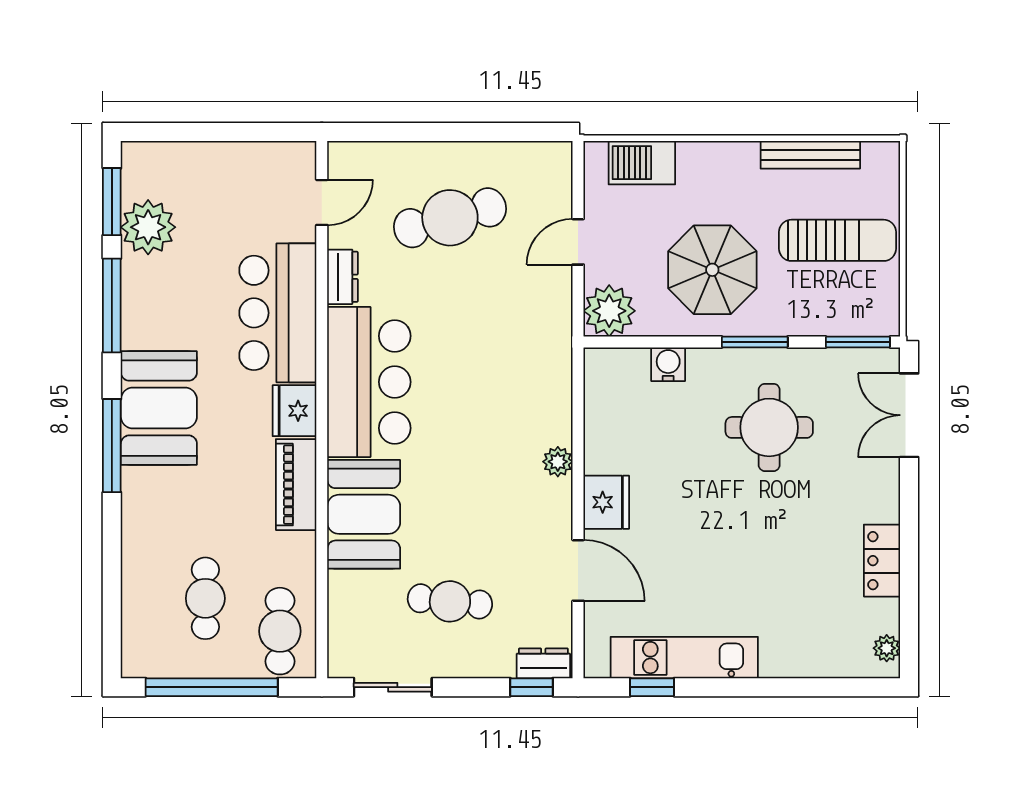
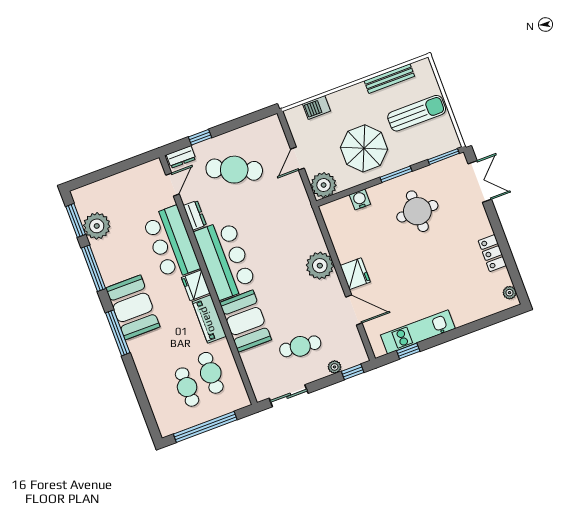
window: (408, 132) -> (200, 137), added
barbecue: (642, 163) -> (317, 107), width x0.73, depth x0.79
cafe table: (450, 218) -> (234, 170), turned 39
double door: (909, 415) -> (480, 181), swing flipped
plant: (558, 462) -> (320, 266), width x1.88, depth x1.88
cafe table: (280, 631) -> (211, 373), moved
dresser: (543, 663) -> (181, 157), moved, turned 180
plant: (501, 665) -> (334, 367), added

